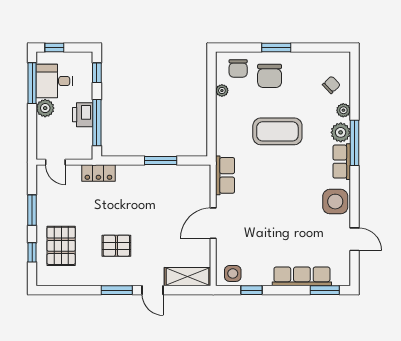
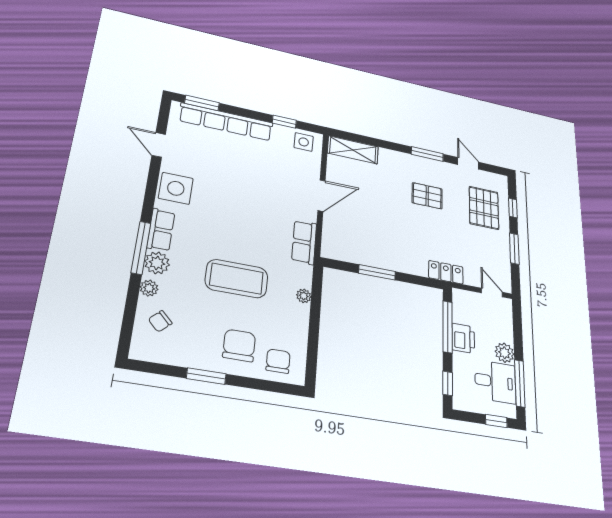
window: (276, 47) -> (206, 376), moved
plant: (222, 91) -> (304, 296), moved
row of seats: (302, 276) -> (226, 122), width x1.36
door: (152, 290) -> (468, 163), moved

